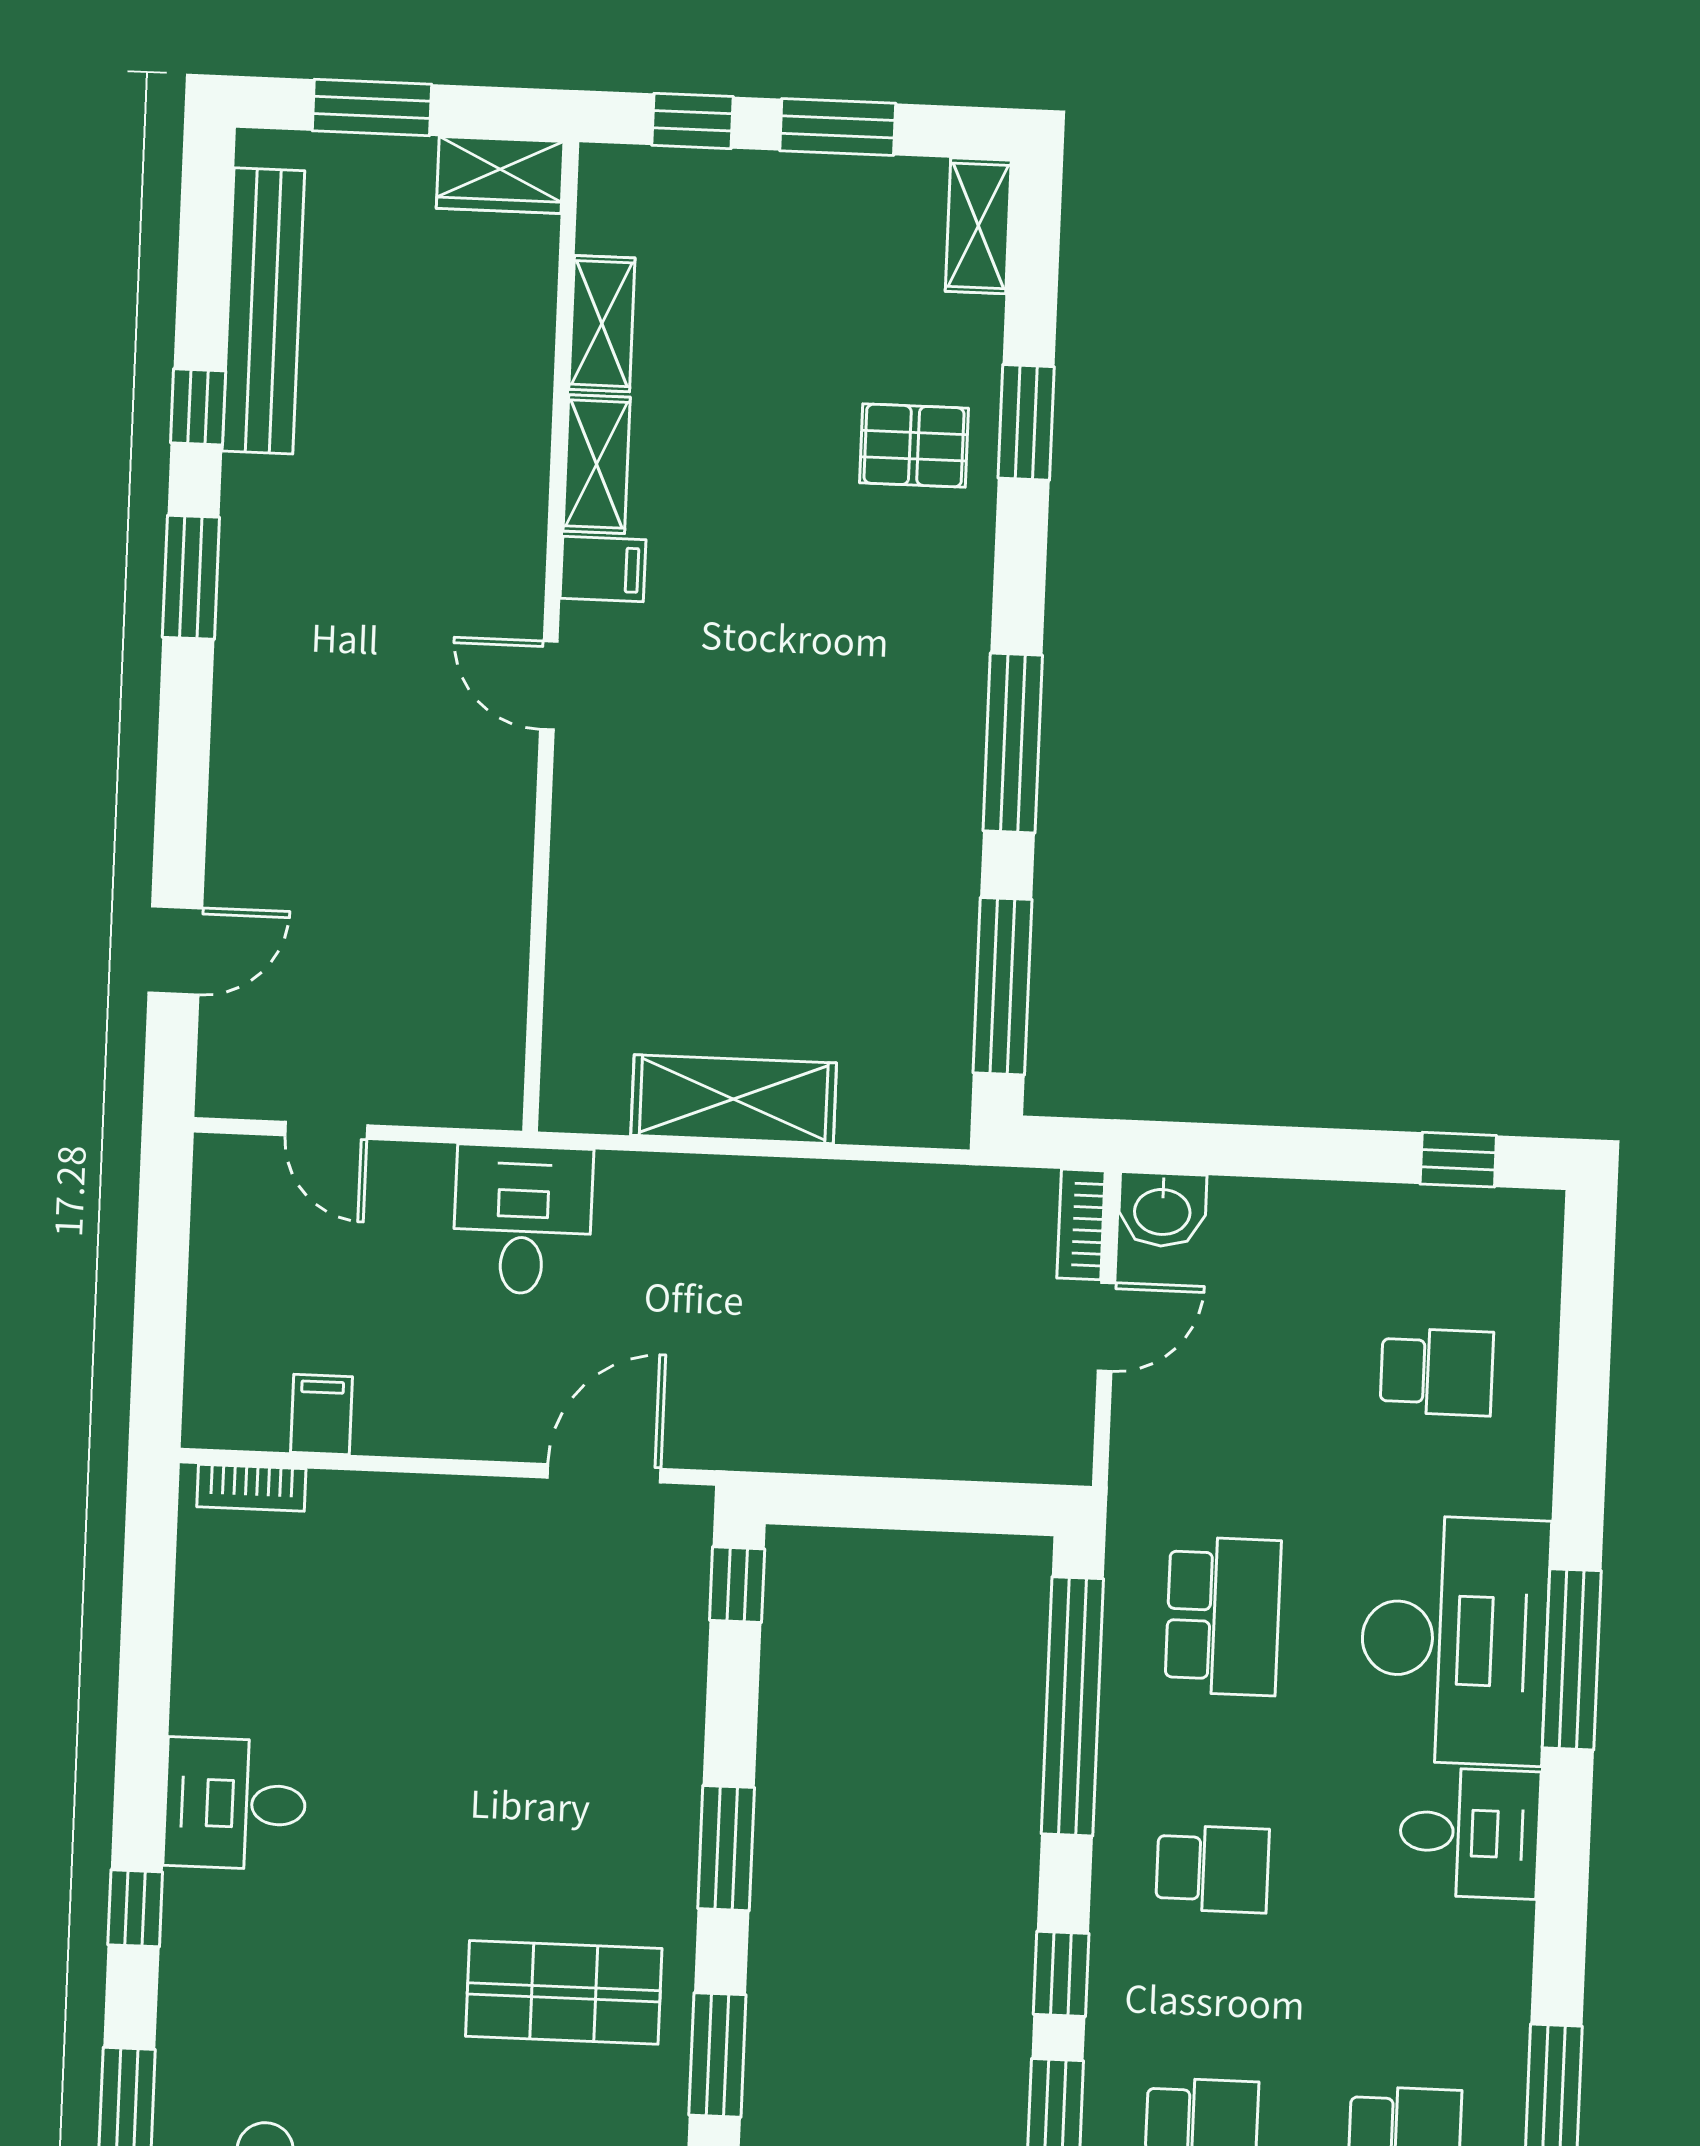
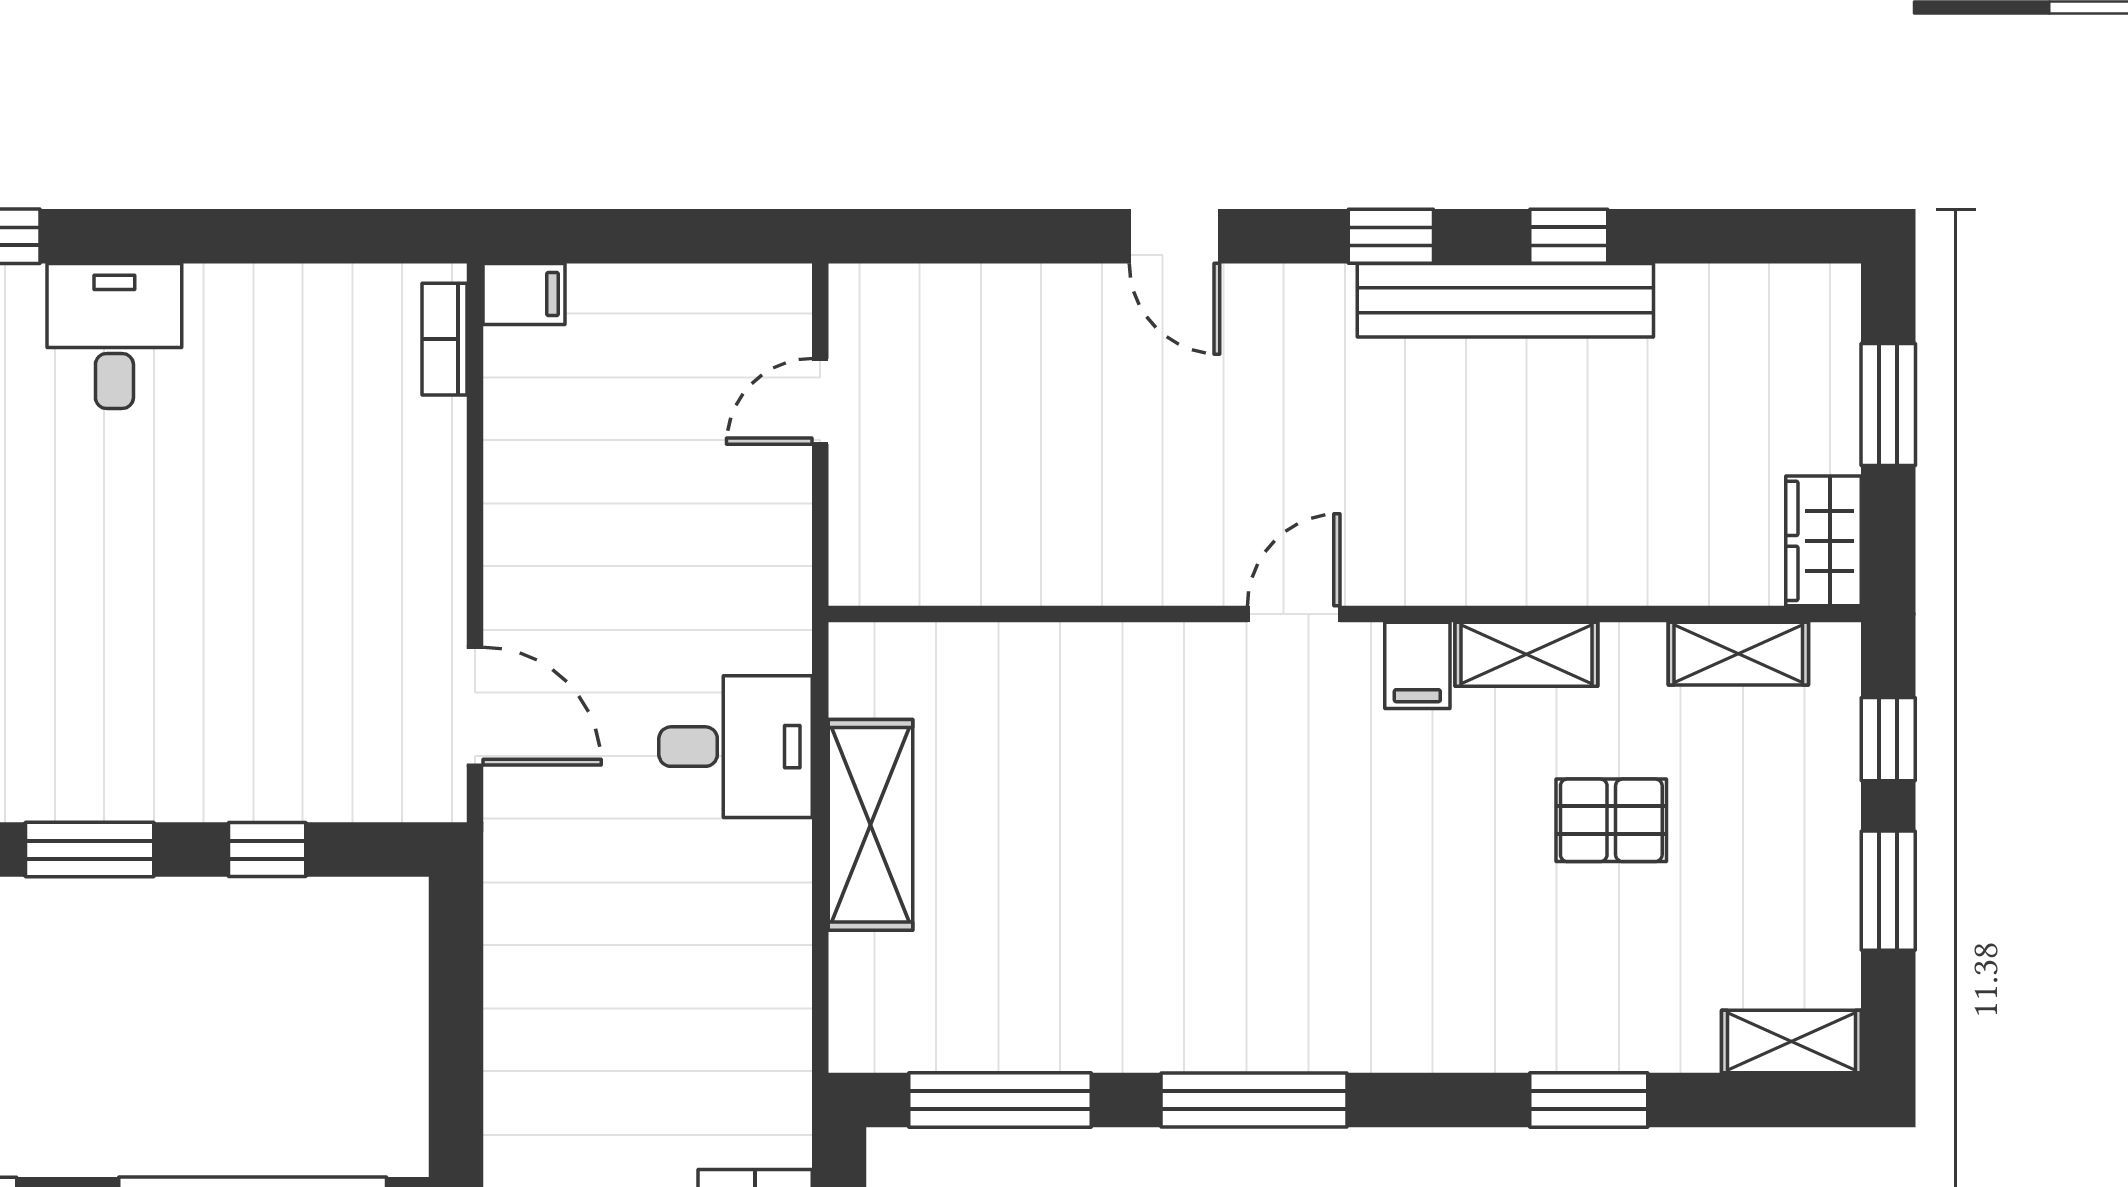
bench: (263, 311) -> (1505, 300), moved
shelving: (602, 324) -> (1738, 654), moved
pallet: (914, 446) -> (1611, 820), moved, turned 90
window: (191, 577) -> (1391, 236), width x0.67
door: (175, 950) -> (1175, 236), moved
desk: (523, 1220) -> (736, 747), moved
filing cabinet: (322, 1414) -> (524, 294), moved
window: (737, 1585) -> (267, 850), moved

